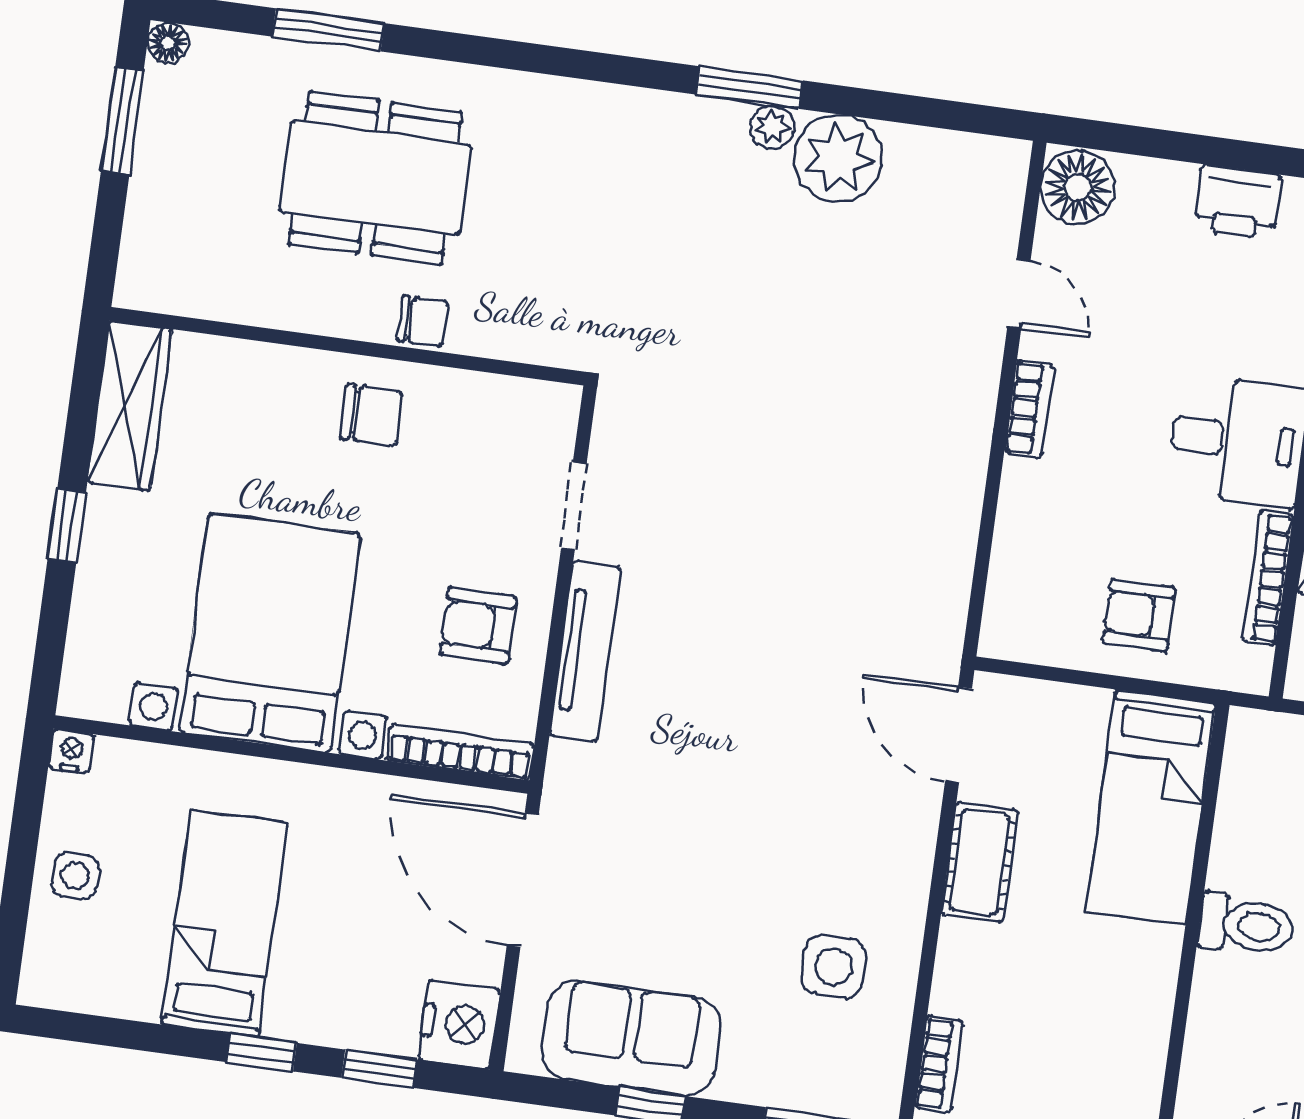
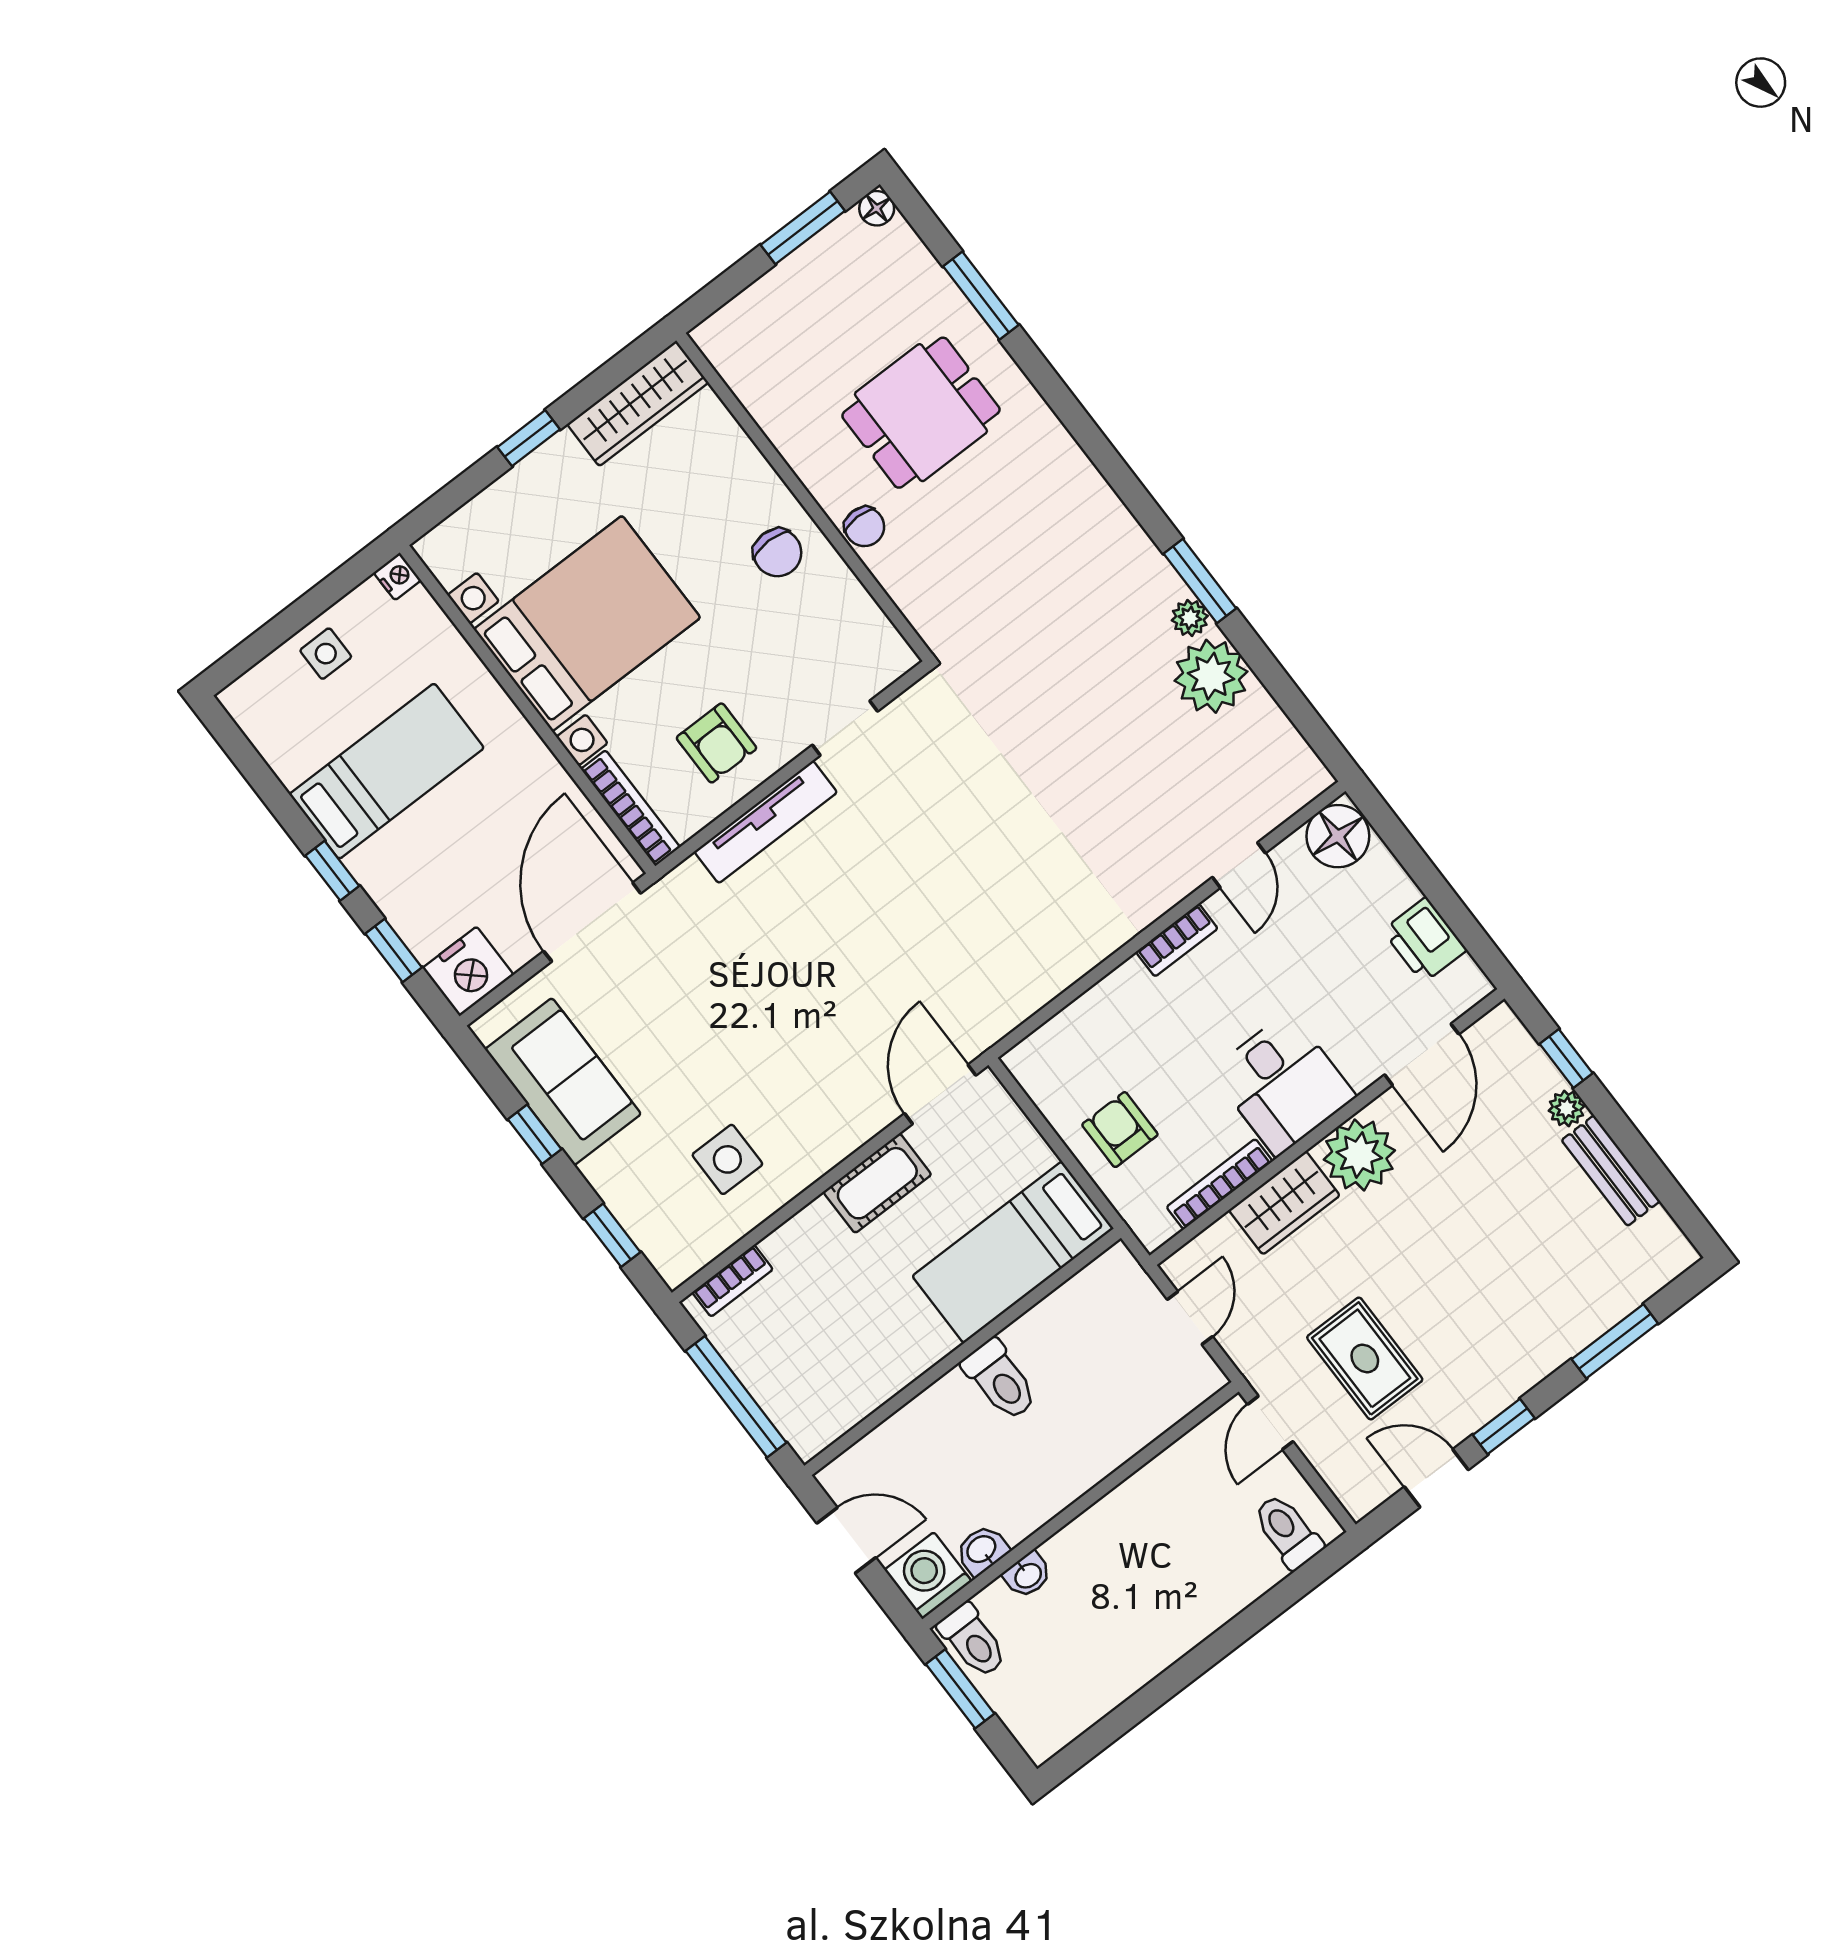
dining table: (375, 178) -> (921, 413), width x0.73
armchair: (478, 626) -> (716, 743), turned 180

